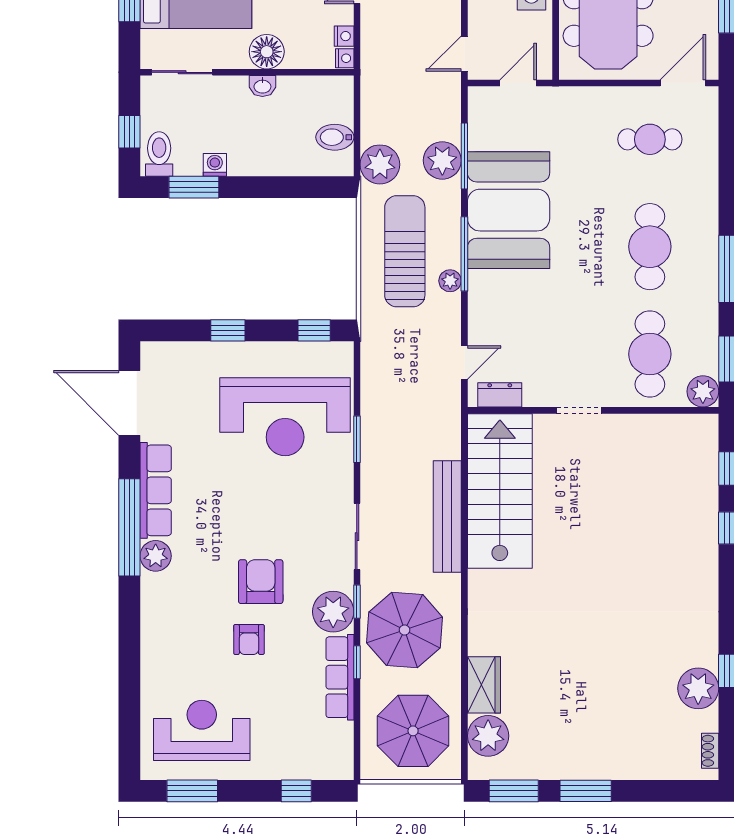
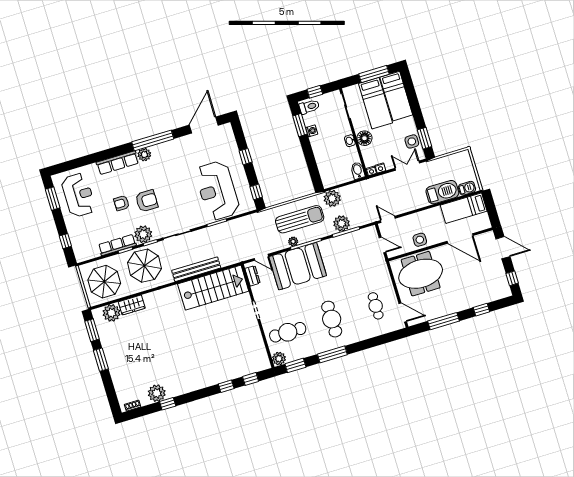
bidet: (335, 137) -> (358, 171), moved
booth: (509, 210) -> (298, 266), moved
cafe table: (650, 247) -> (332, 319), turned 90
row of seats: (156, 490) -> (117, 163), moved

